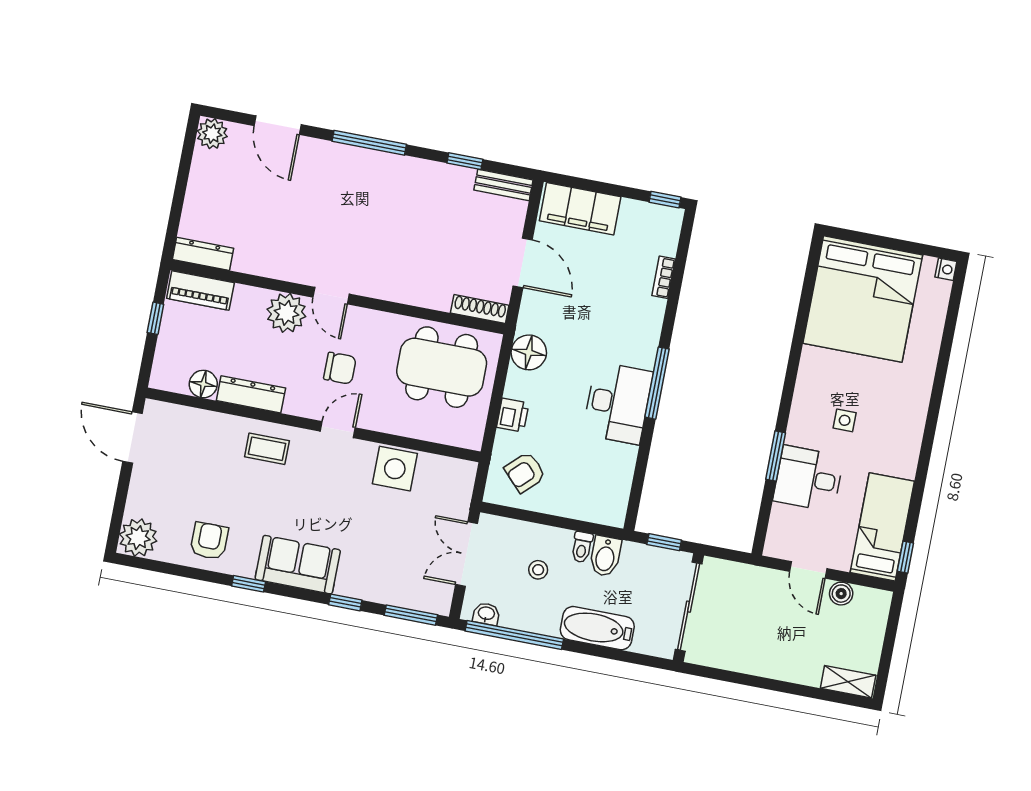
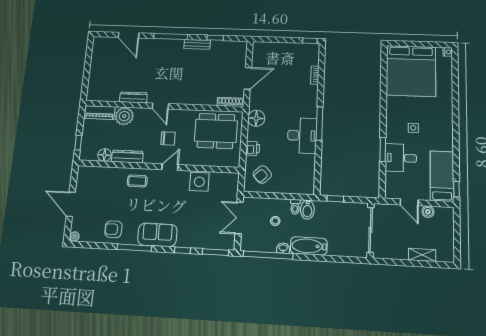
plant: (212, 134) -> (99, 43), removed
bench: (503, 185) -> (197, 44), moved
filing cabinet: (580, 209) -> (271, 51), removed
dresser: (203, 254) -> (133, 97), moved
door: (523, 263) -> (248, 78), hinge flipped
plant: (286, 313) -> (124, 116), moved
window: (155, 318) -> (78, 143), moved
door: (132, 438) -> (71, 204), moved
plant: (138, 538) -> (74, 236), width x0.53, depth x0.53
armchair: (209, 541) -> (113, 229), turned -90
window: (249, 584) -> (134, 248), width x2.17
sliding door: (689, 607) -> (371, 230), moved
wall: (688, 608) -> (371, 230), moved
washbasin: (486, 614) -> (283, 248), moved
shelving: (848, 682) -> (422, 255), moved

